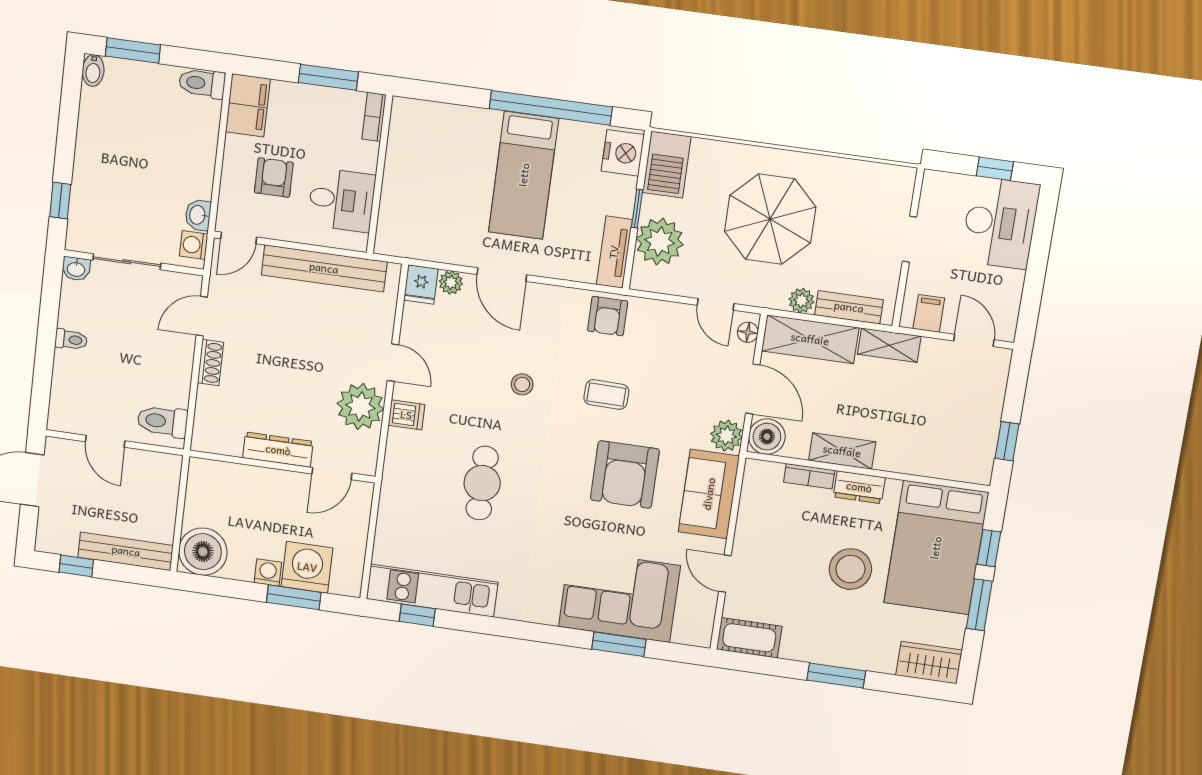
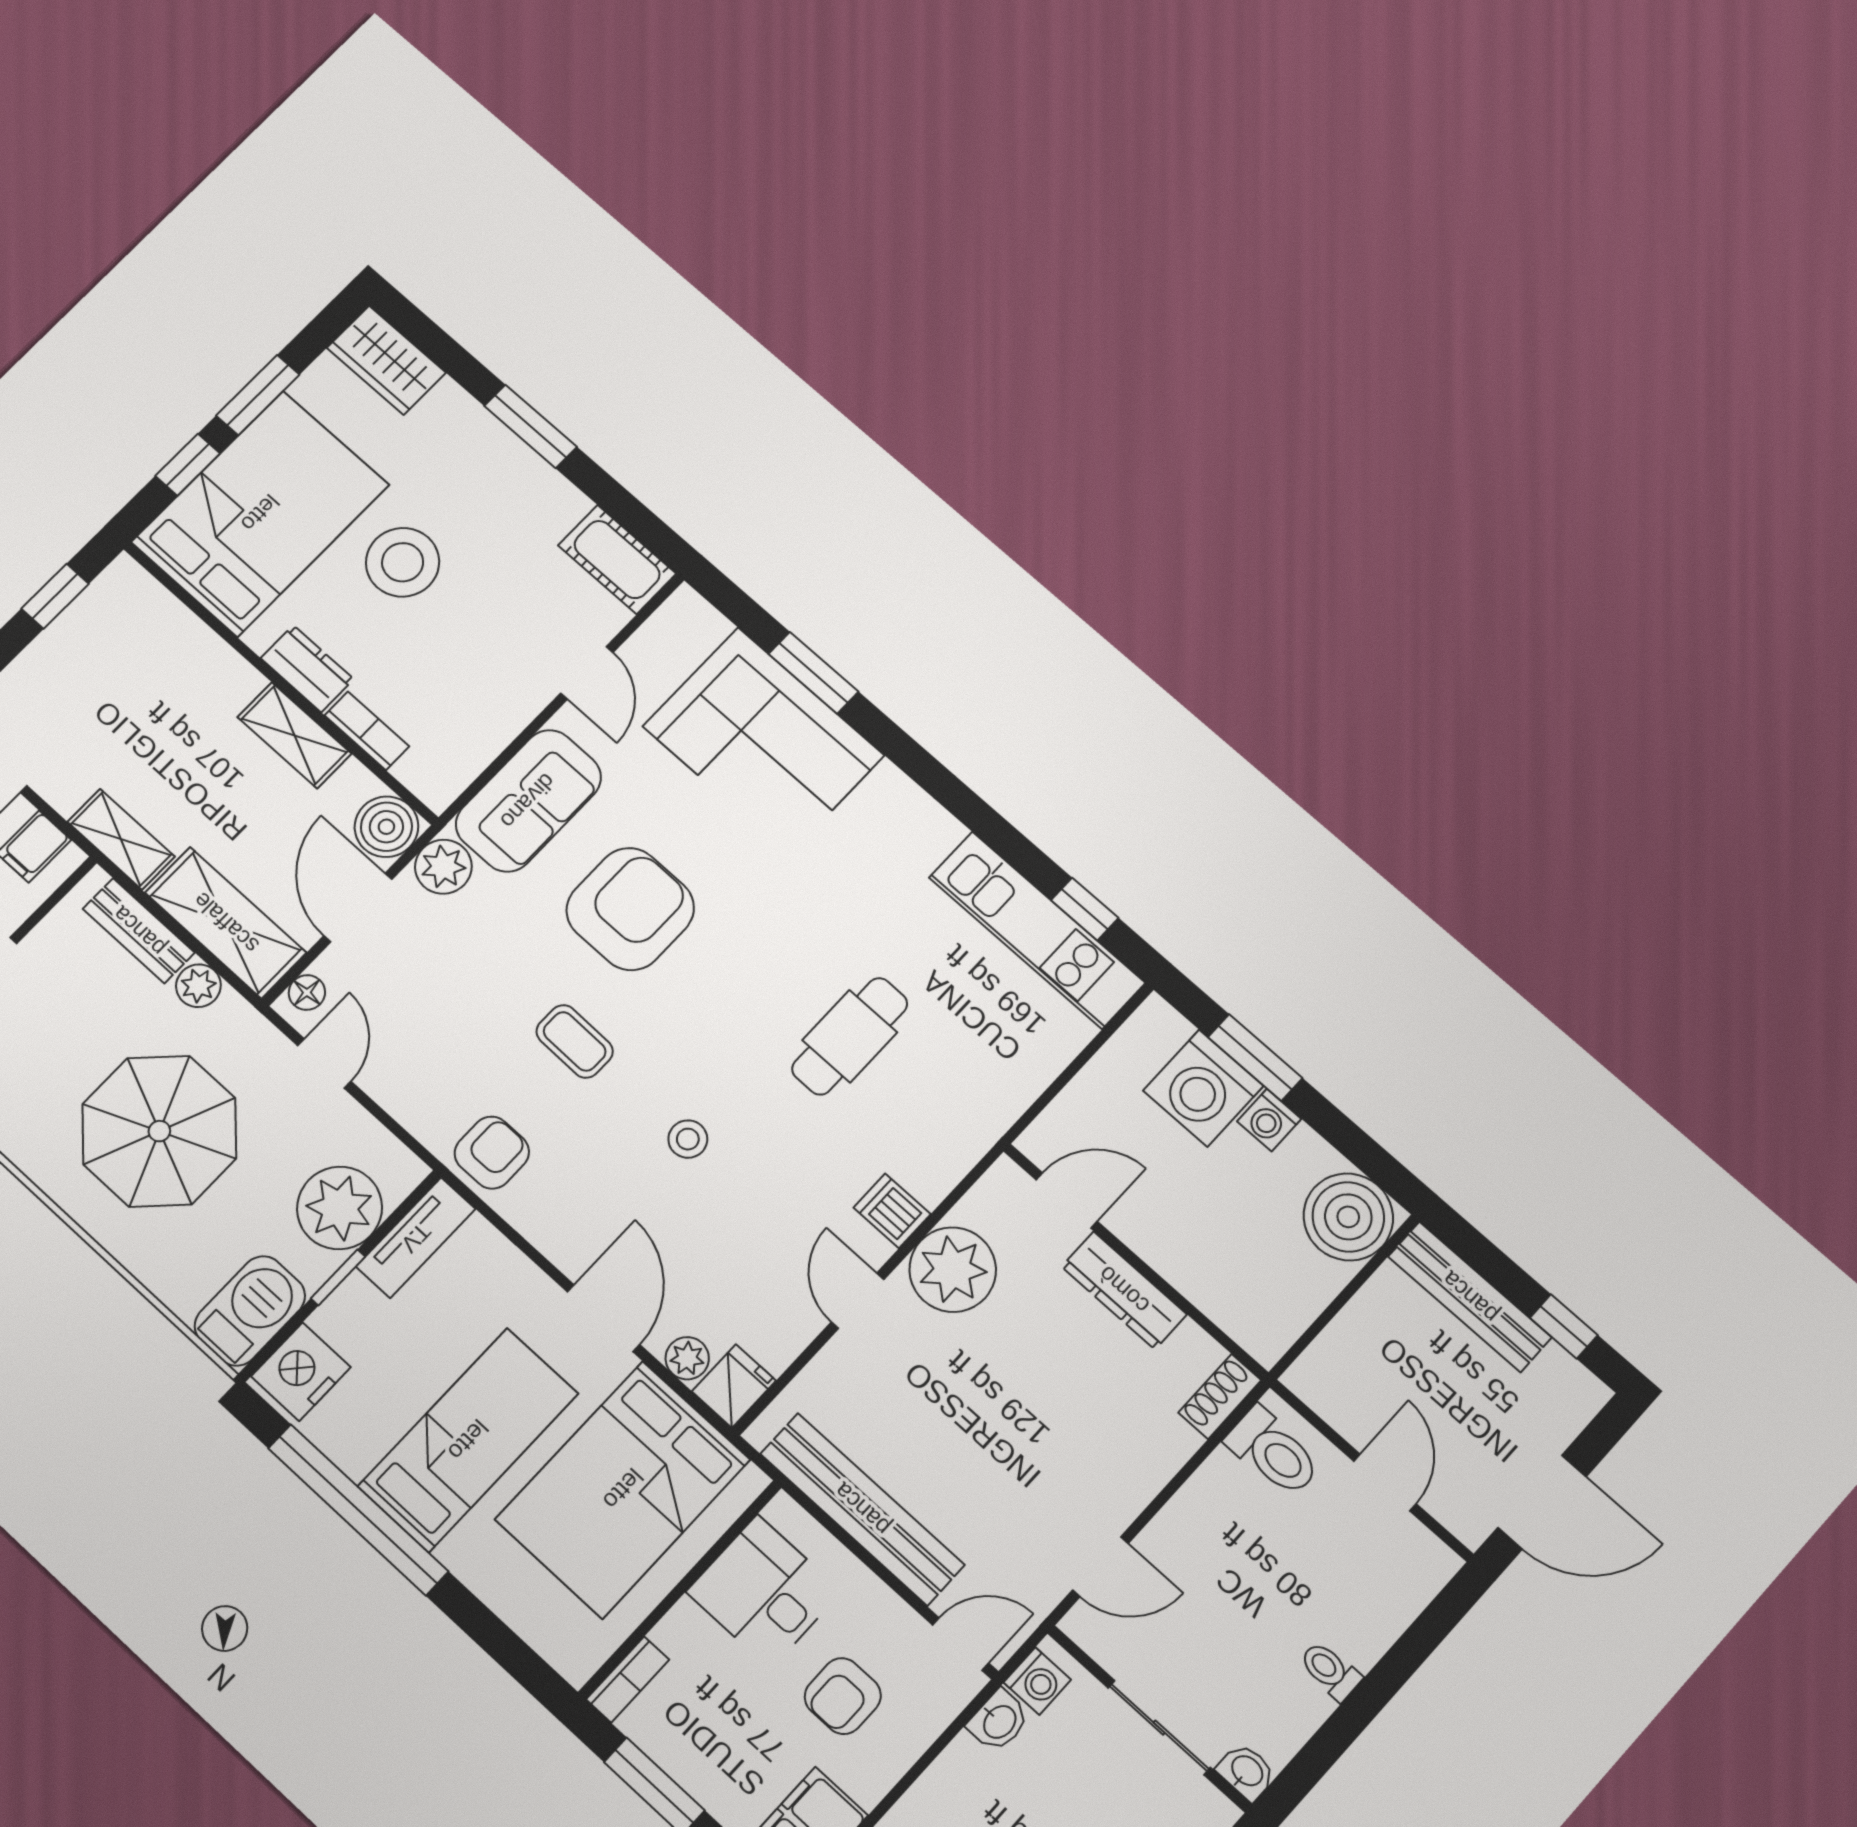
bed: (437, 202) -> (623, 1489), added
shoe rack: (210, 363) -> (1220, 1396), moved

